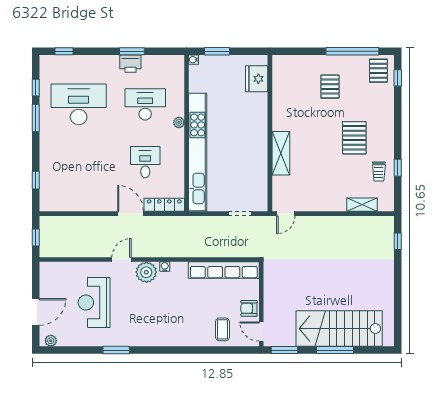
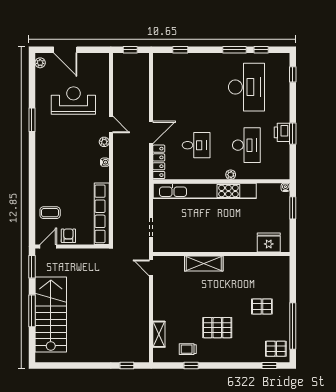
plant: (146, 272) -> (104, 142), width x0.53, depth x0.53

